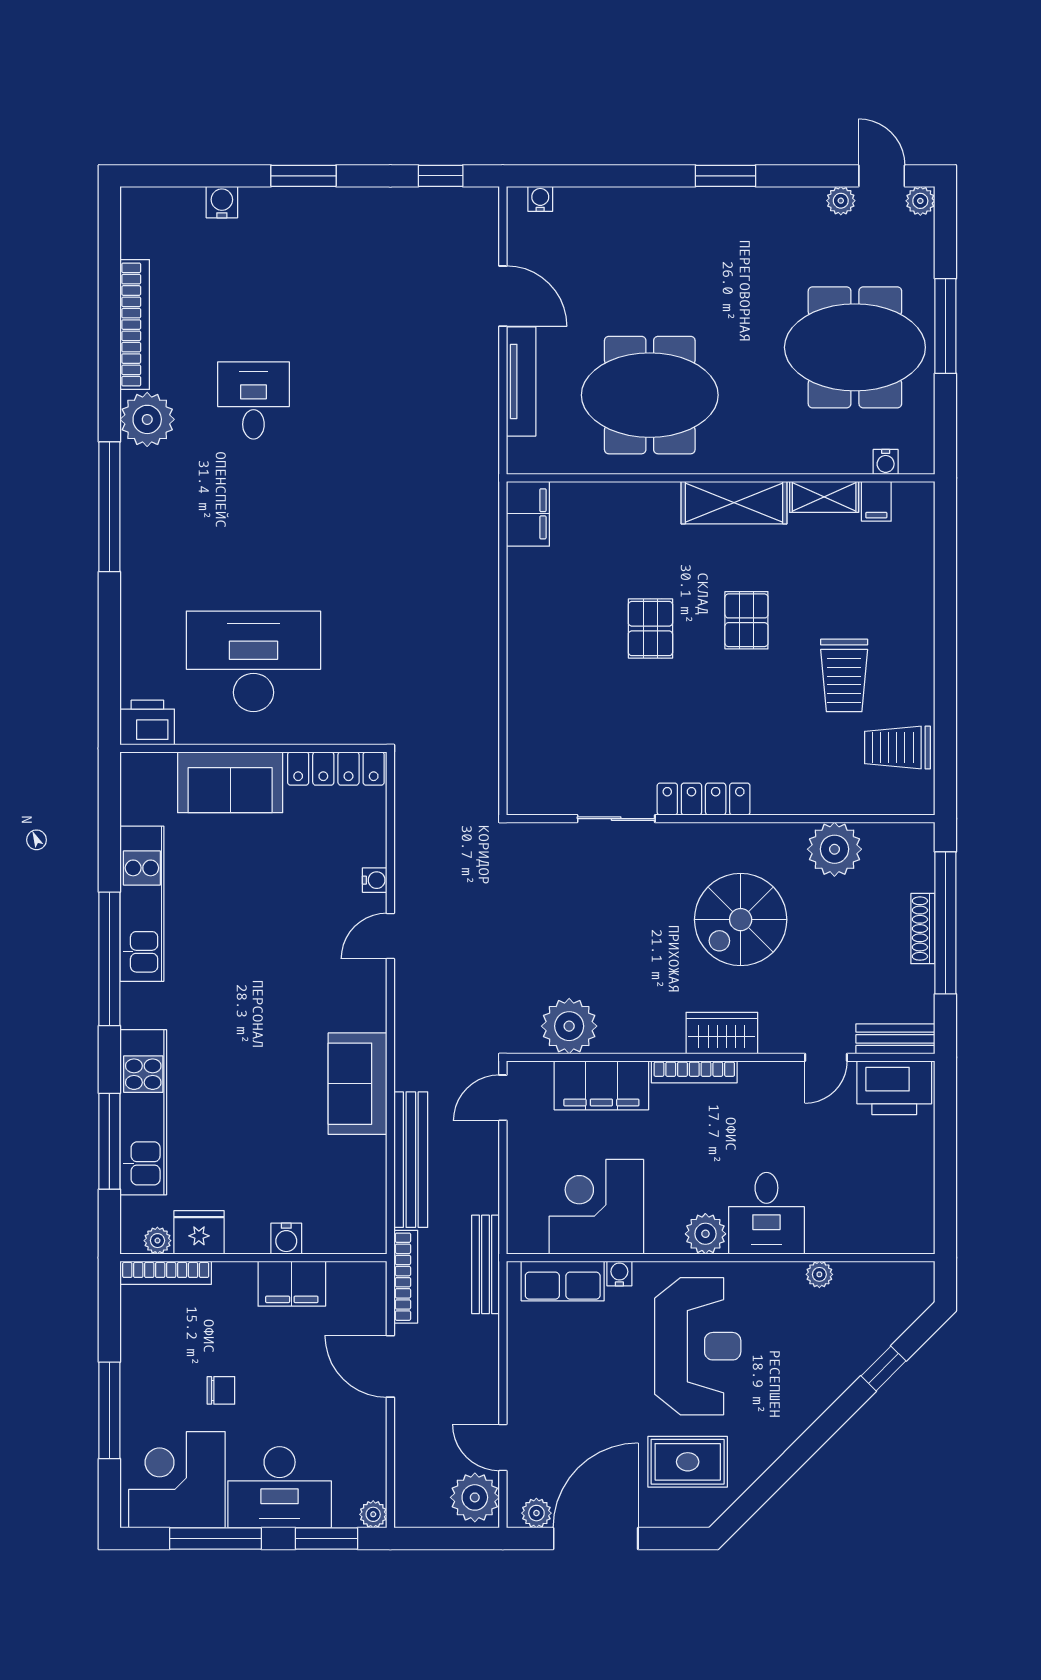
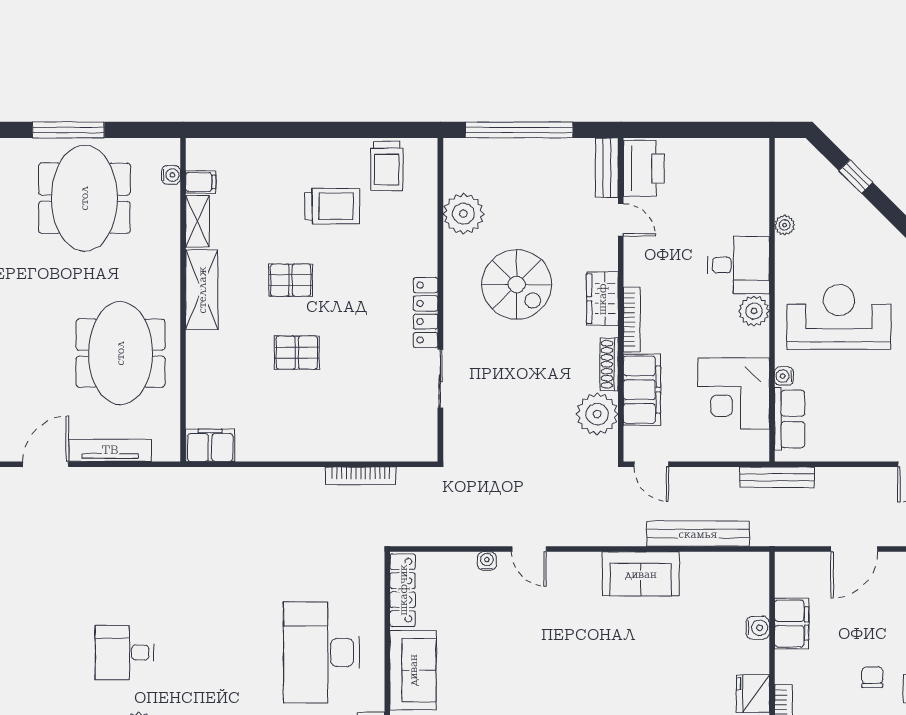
shoe rack: (923, 929) -> (609, 364), moved, turned 90
bookcase: (406, 1277) -> (361, 476), moved, turned 180

